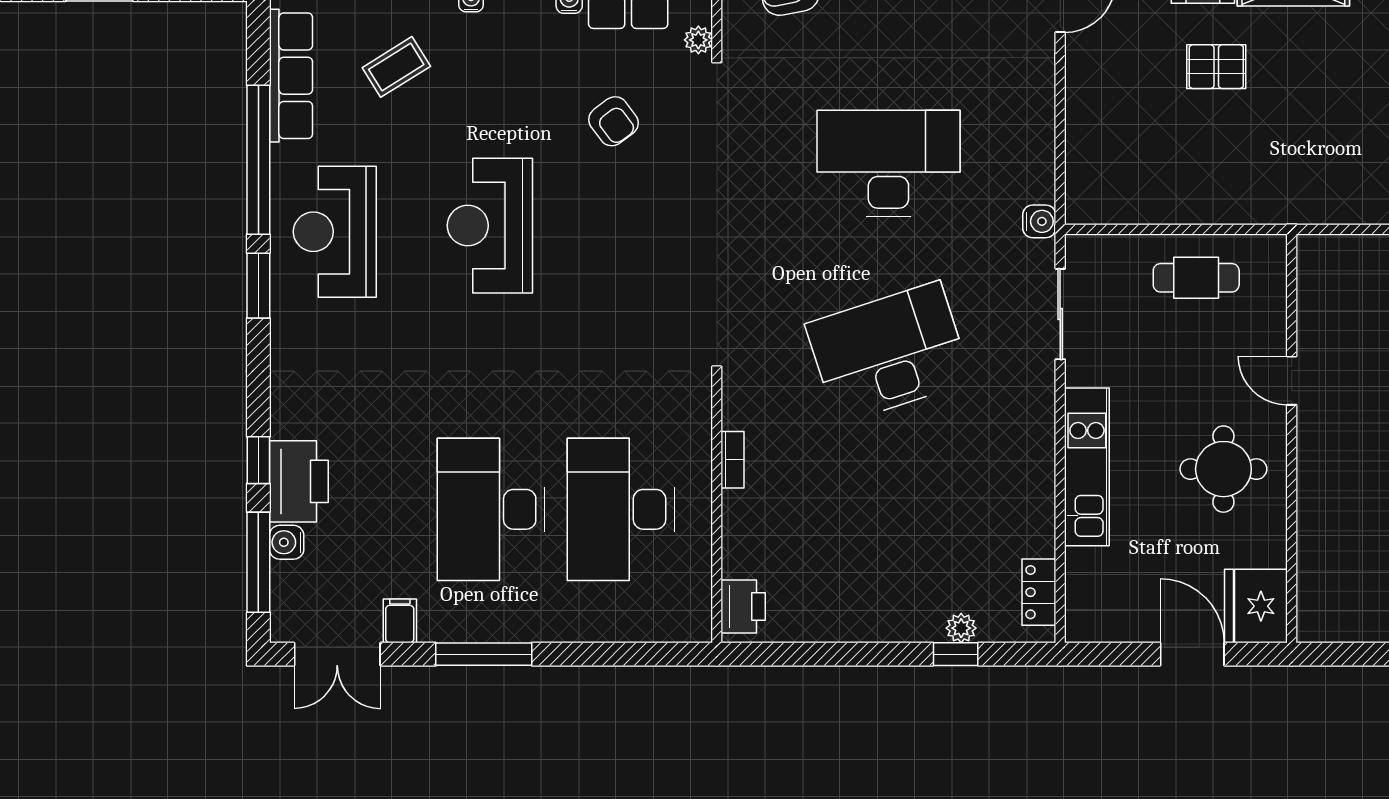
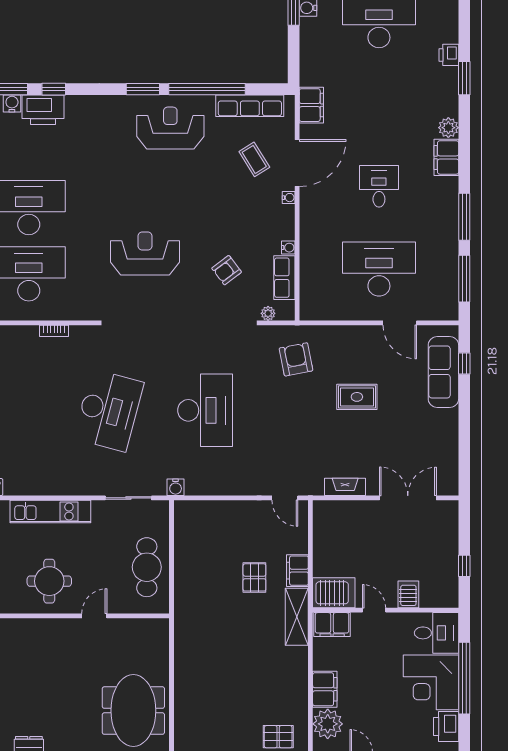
reception desk: (490, 226) -> (145, 254), moved
cafe table: (1196, 278) -> (147, 567), width x1.37, depth x1.35
desk: (888, 353) -> (109, 410), turned 33

